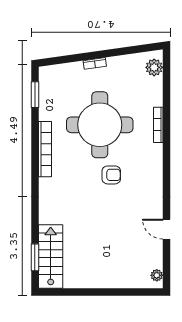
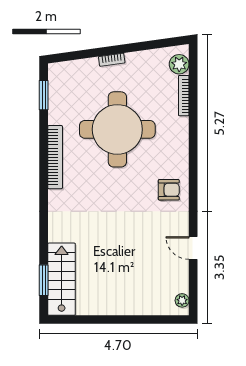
bookcase: (158, 125) -> (184, 96), moved
armchair: (111, 175) -> (169, 190), moved

